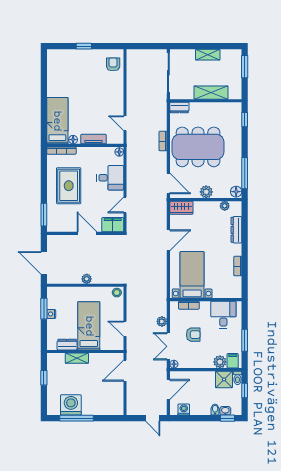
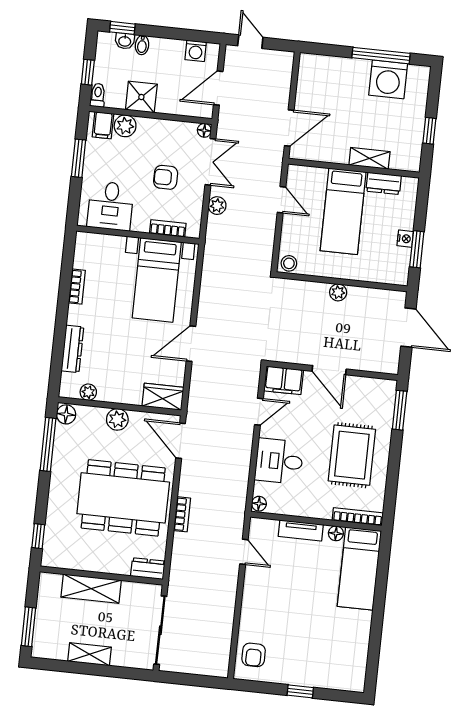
shower: (224, 379) -> (141, 97), moved

